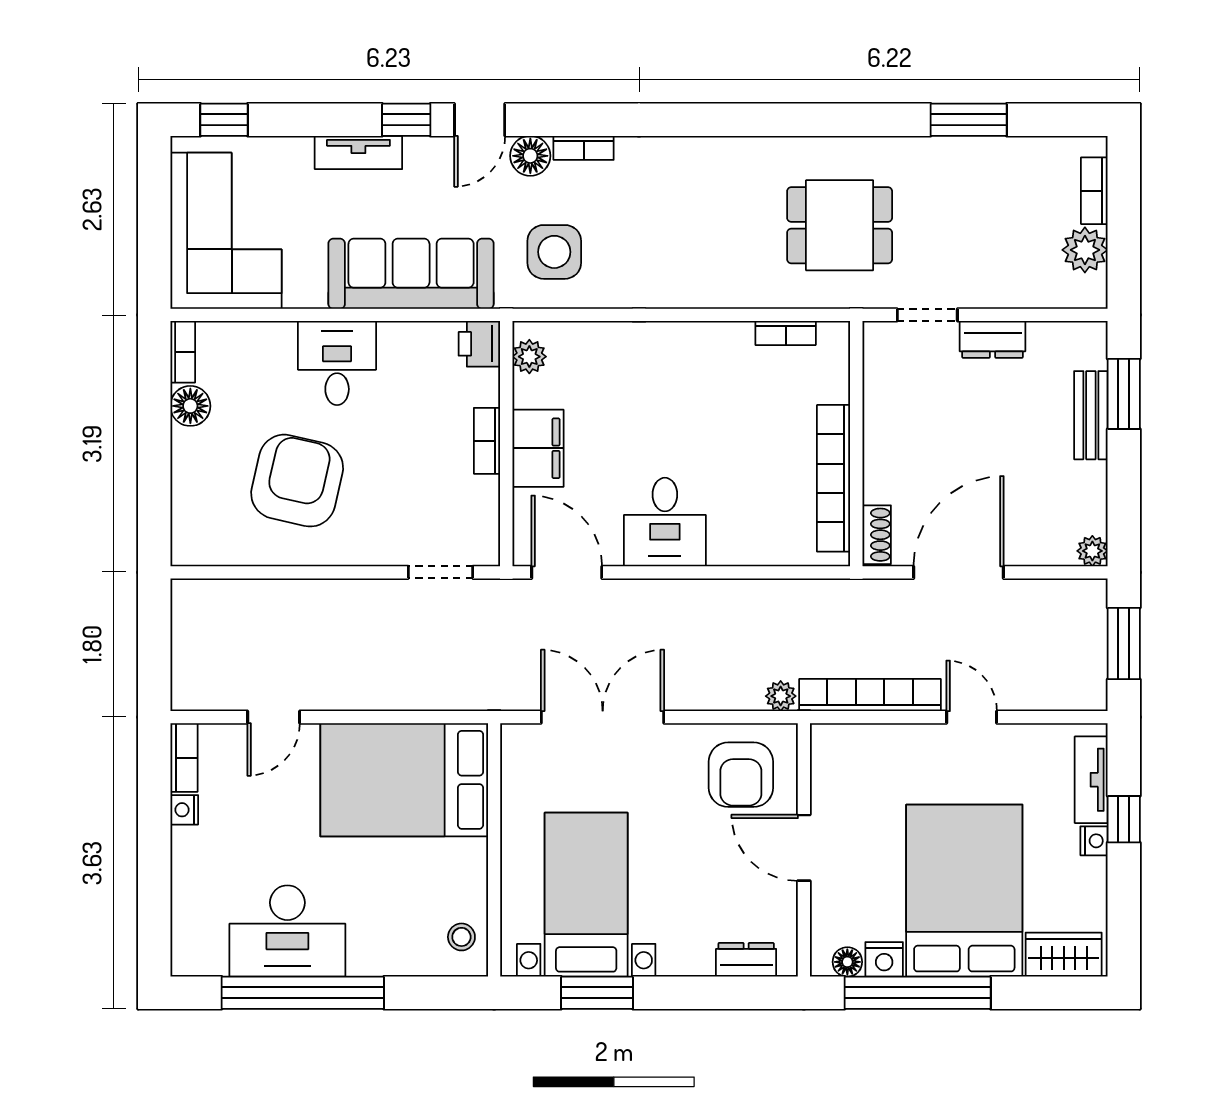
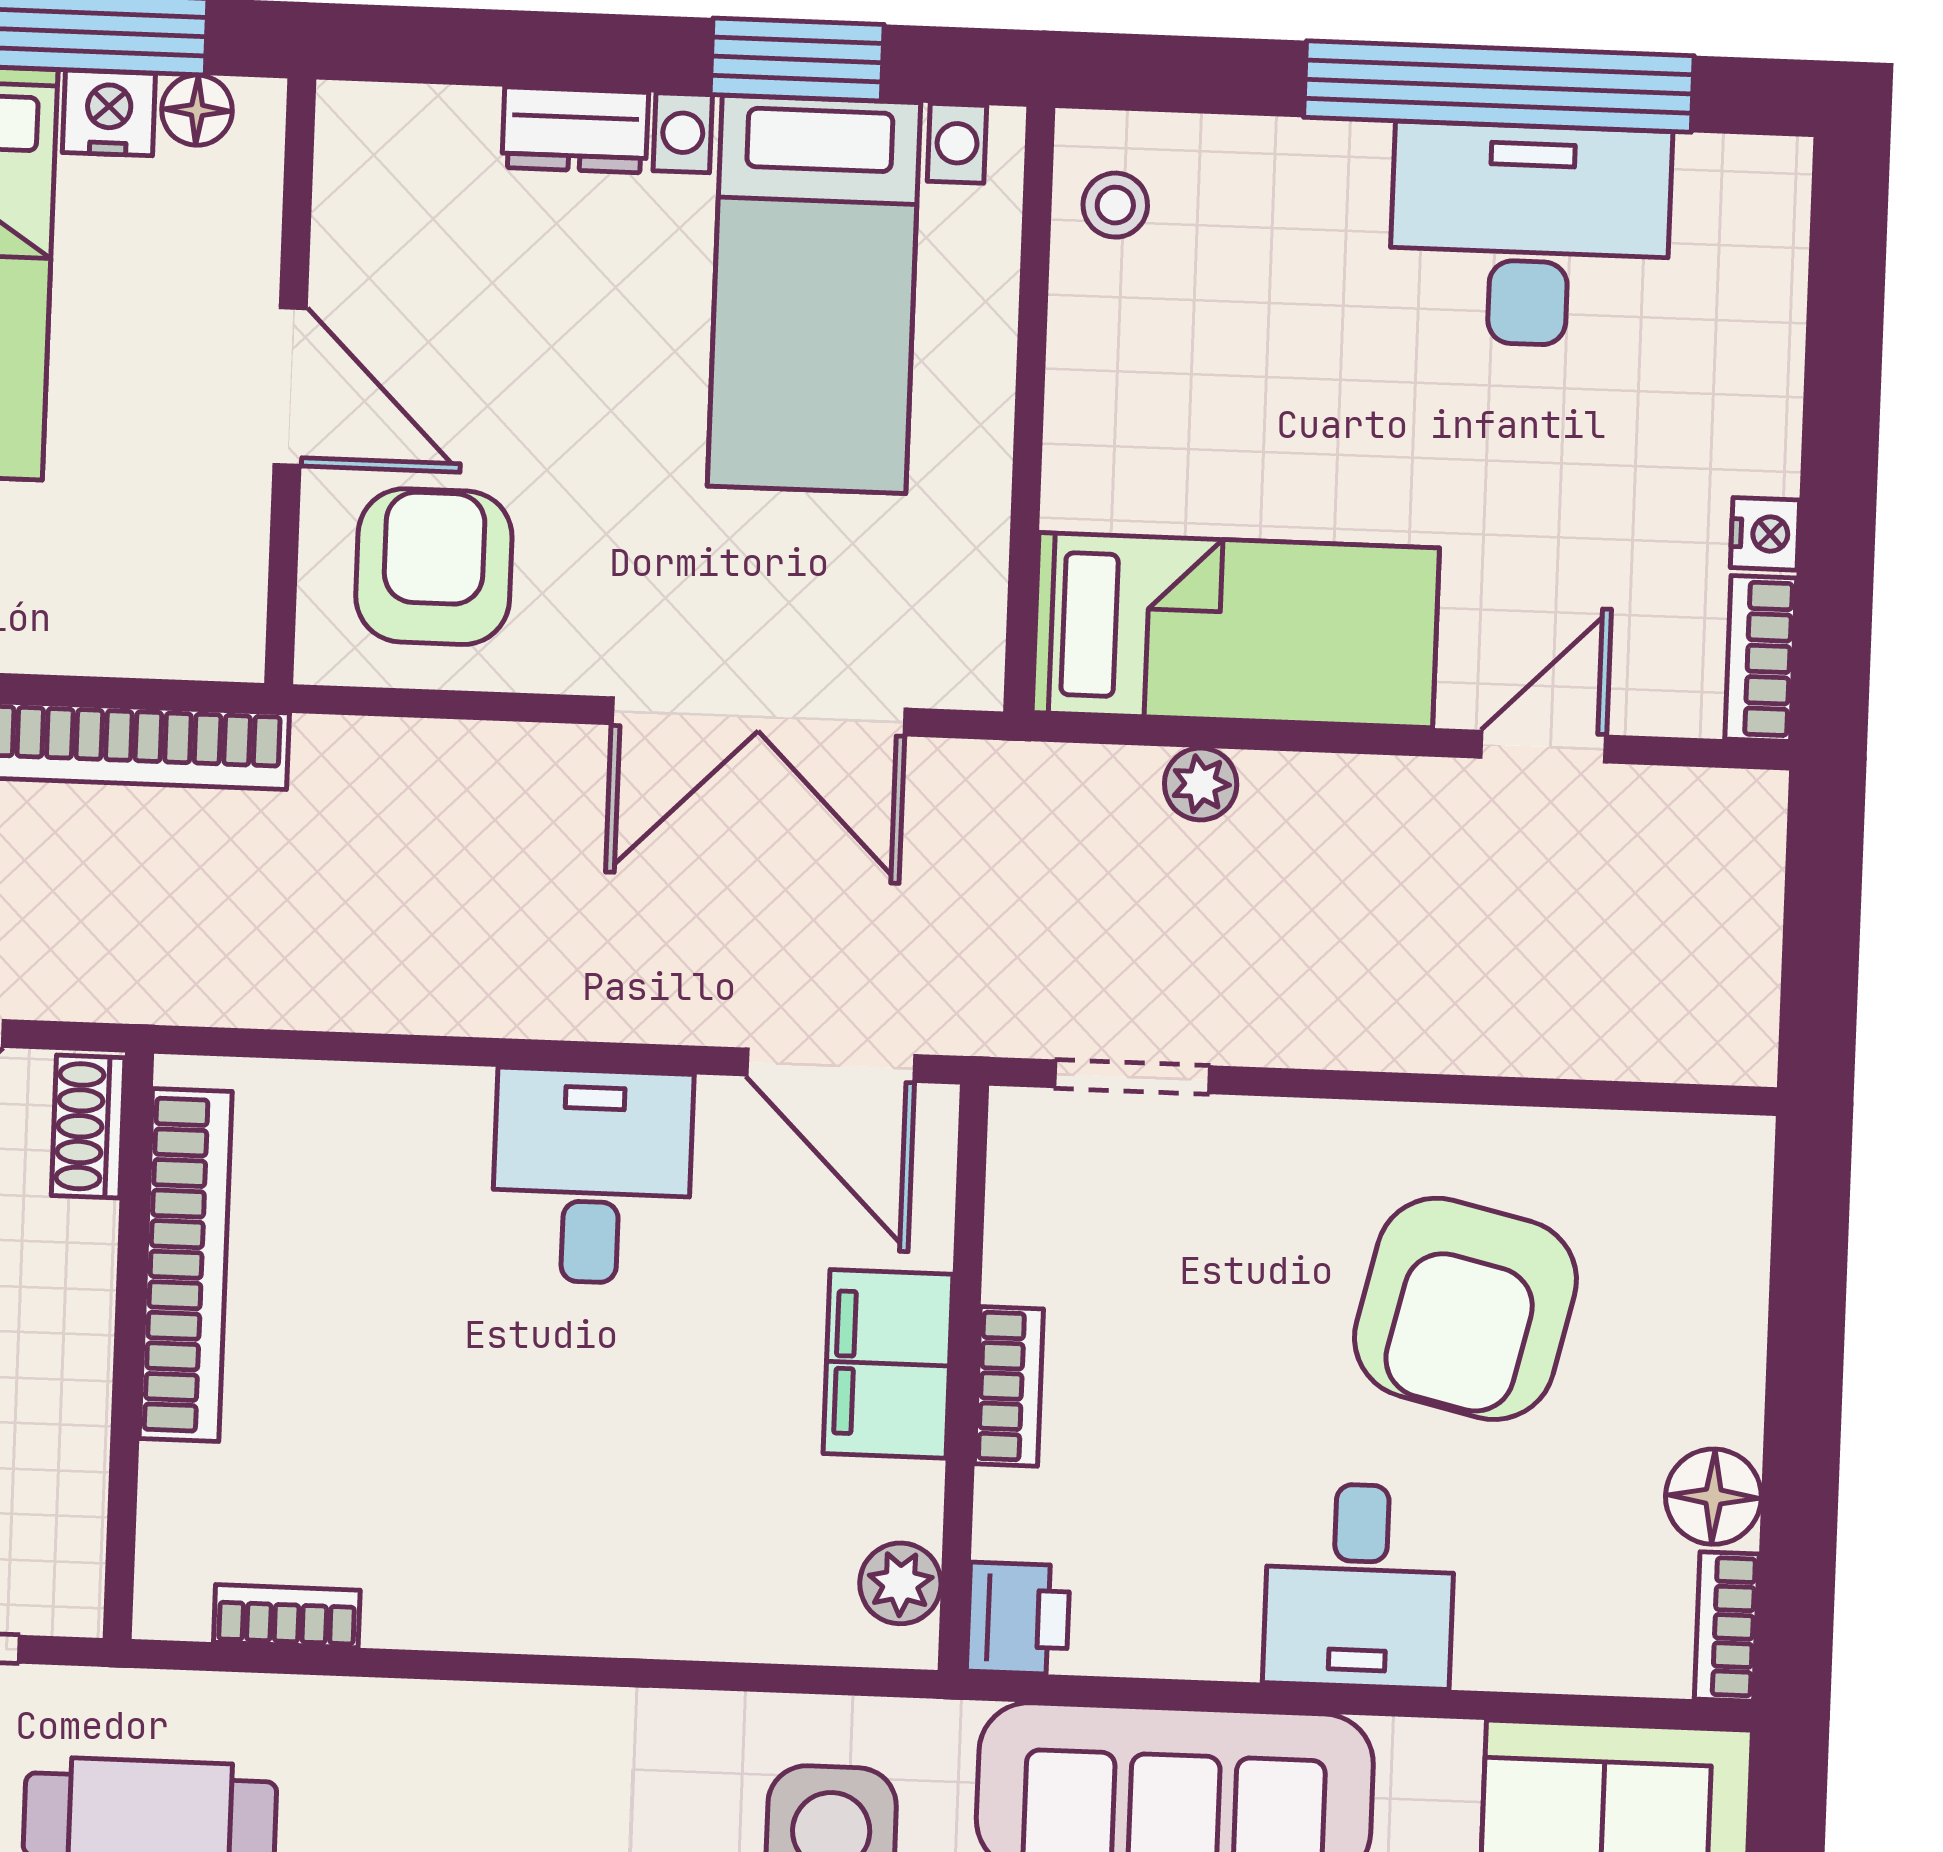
plant: (781, 696) -> (1201, 784), moved
bed: (404, 780) -> (1236, 630), width x0.67
dresser: (746, 960) -> (575, 130), moved

